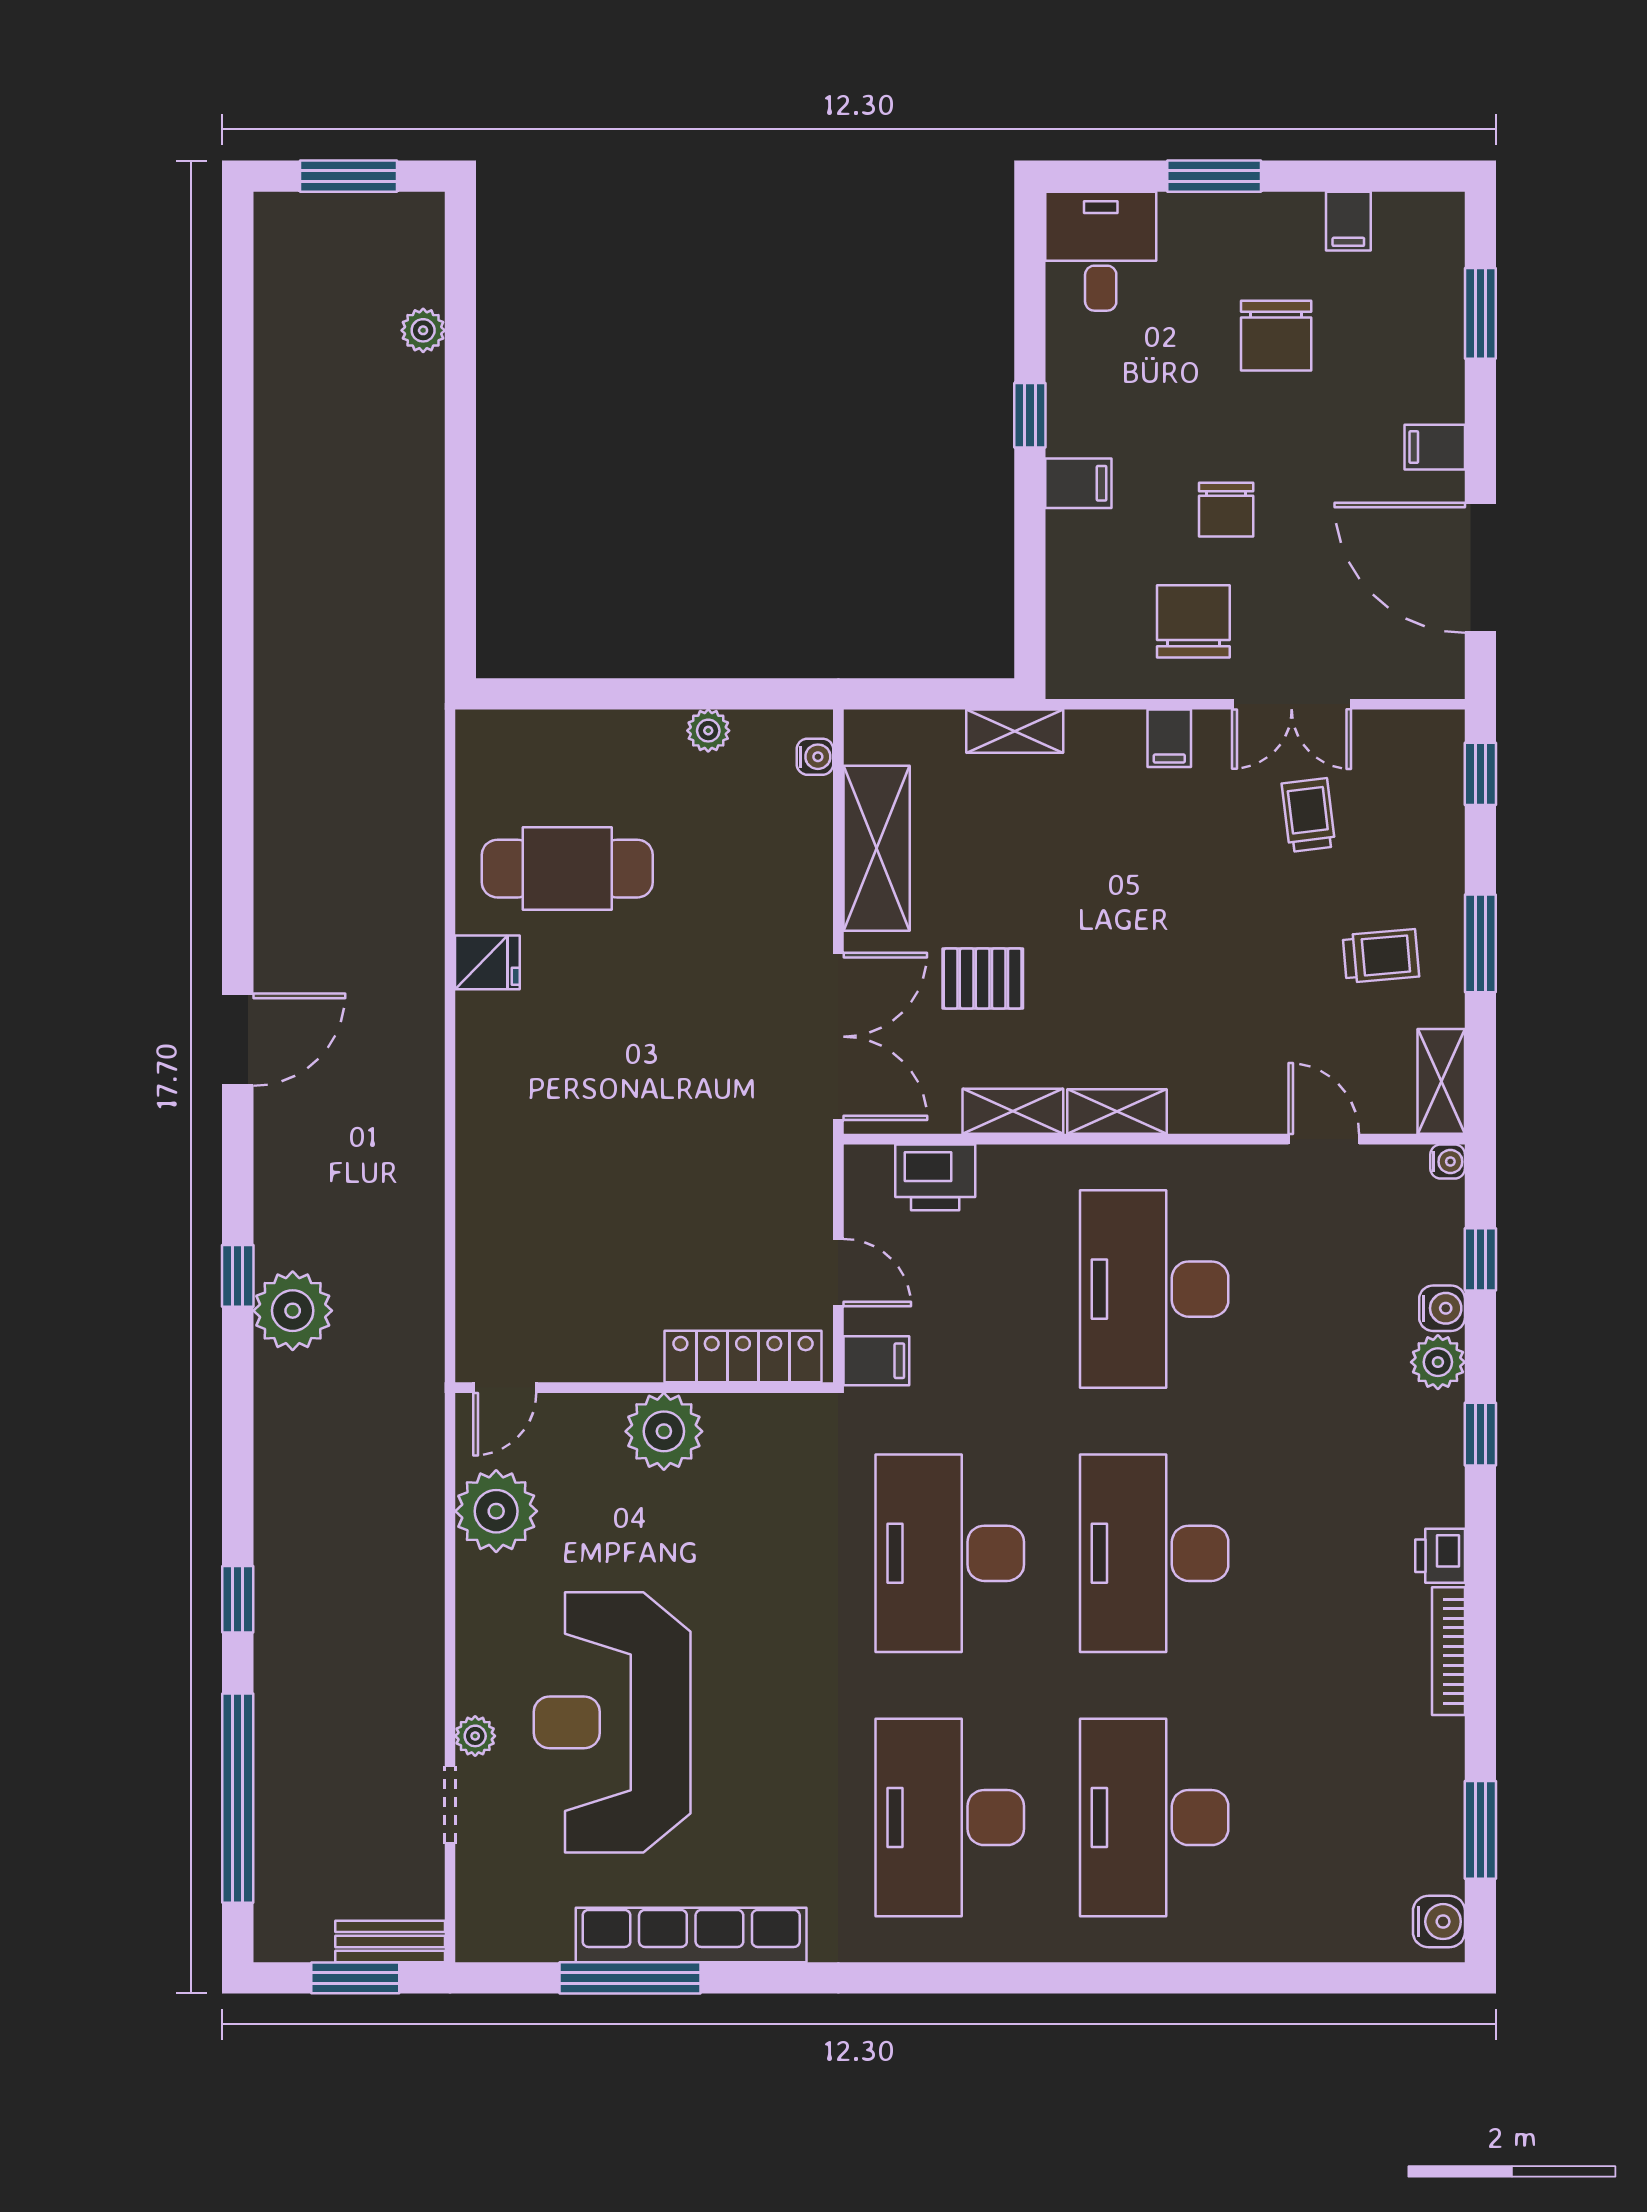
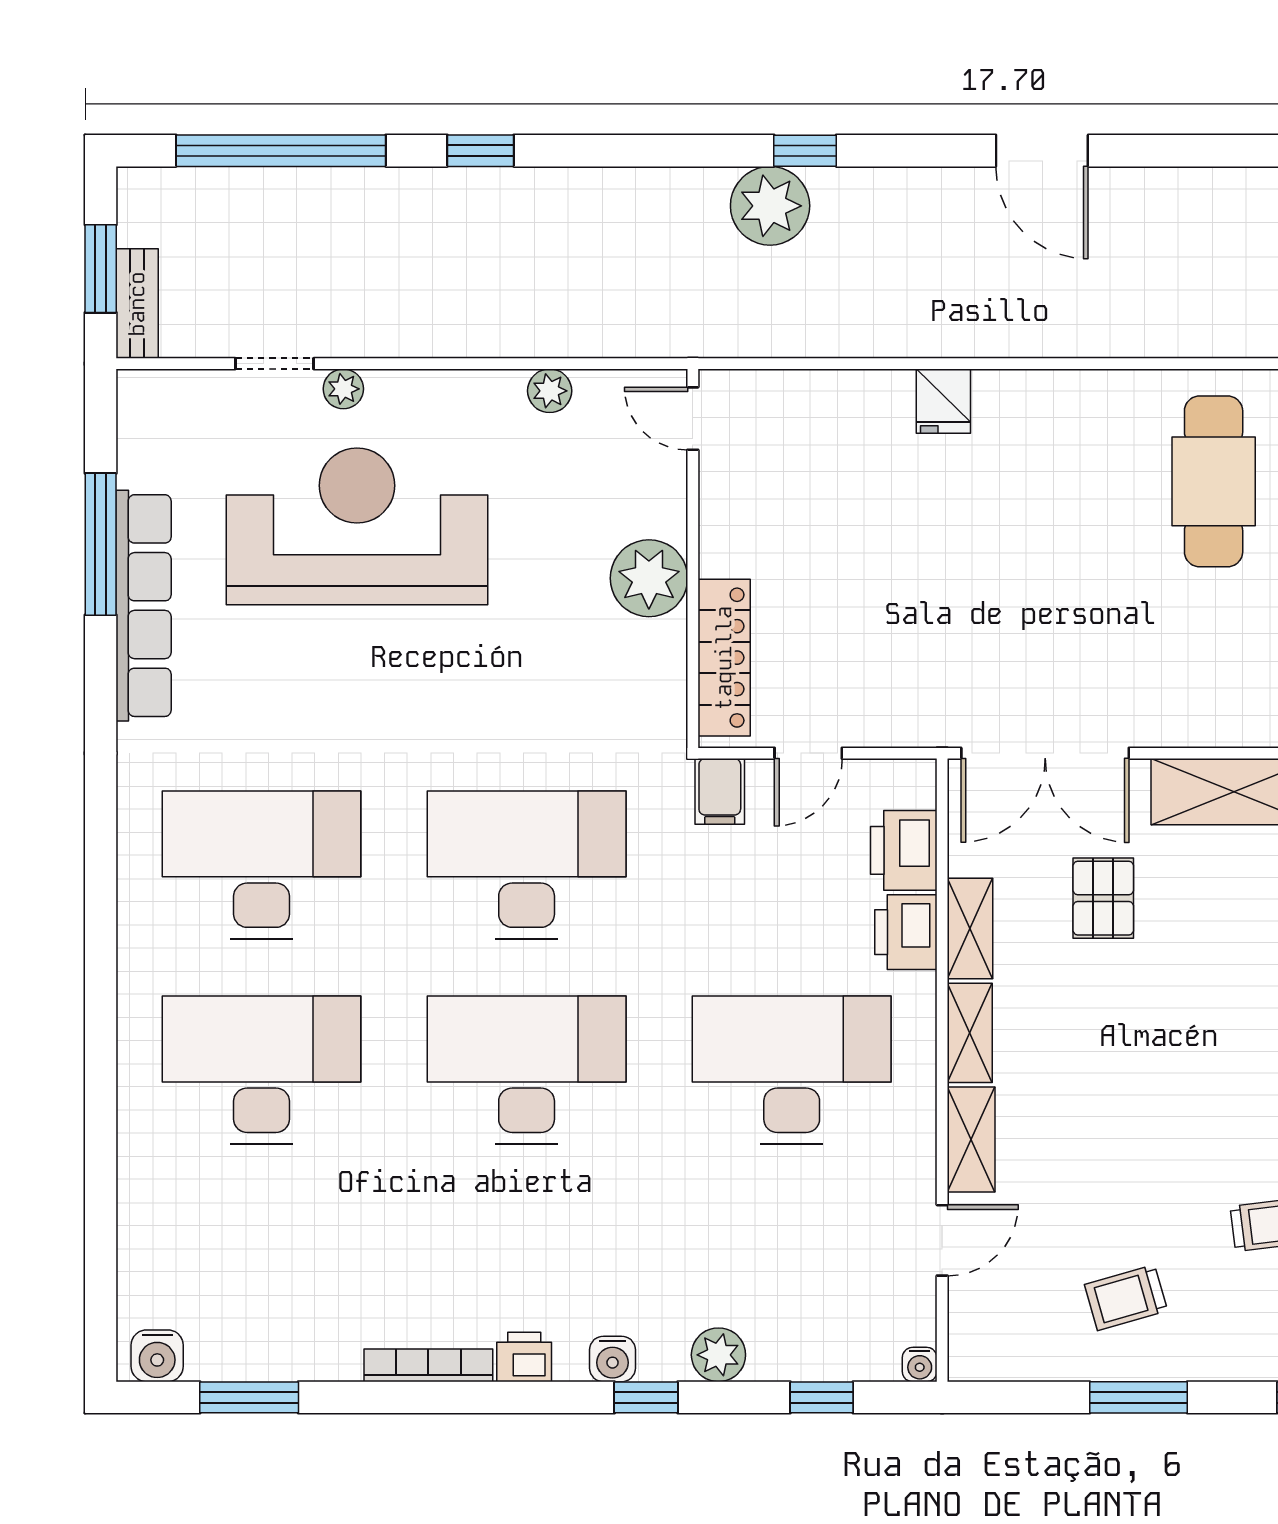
trolley: (1381, 956) -> (1126, 1298), turned 79
fridge: (487, 962) -> (943, 401), moved
shelving: (1441, 1081) -> (971, 1140), moved, turned 90
printer: (1017, 1175) -> (906, 932), added
water cooler: (1442, 1308) -> (613, 1359), moved
plant: (496, 1511) -> (550, 391), width x0.53, depth x0.53

